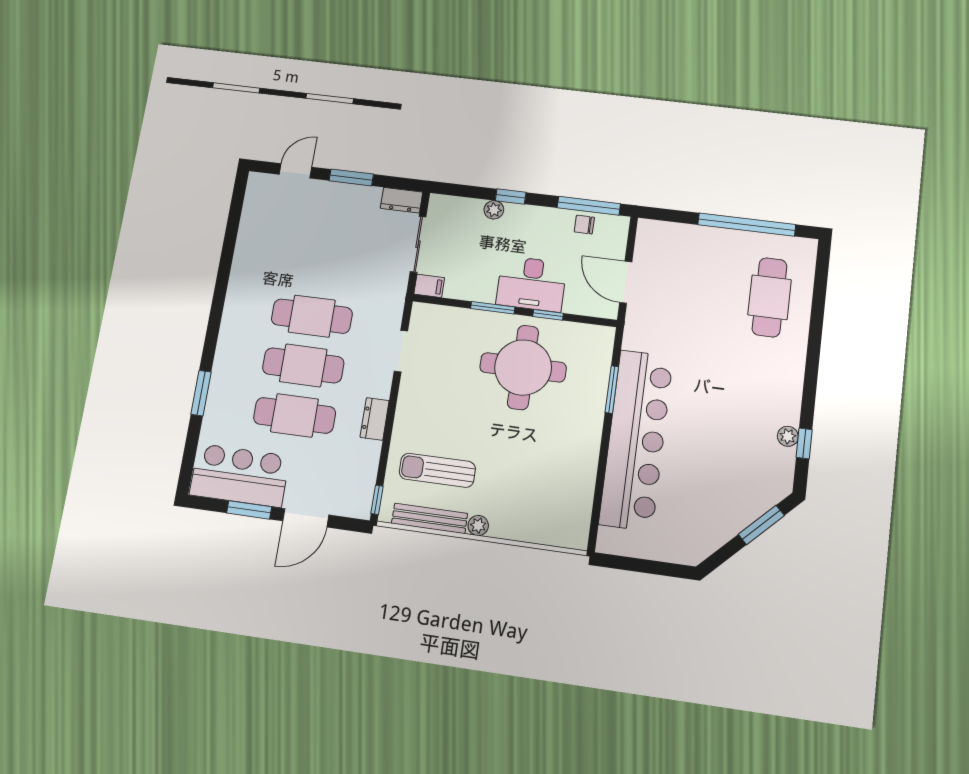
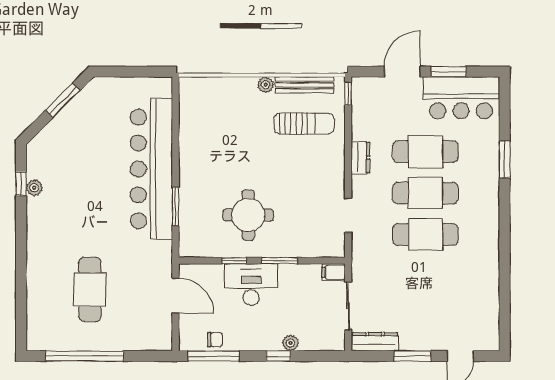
dresser: (402, 200) -> (375, 342), width x1.44
cafe table: (770, 297) -> (90, 290), moved
round table: (523, 367) -> (248, 215), width x0.73, depth x0.73
window: (761, 525) -> (63, 100), moved

